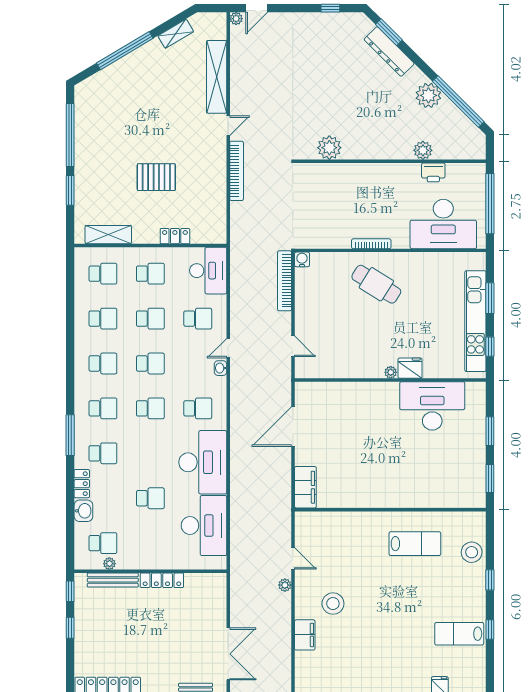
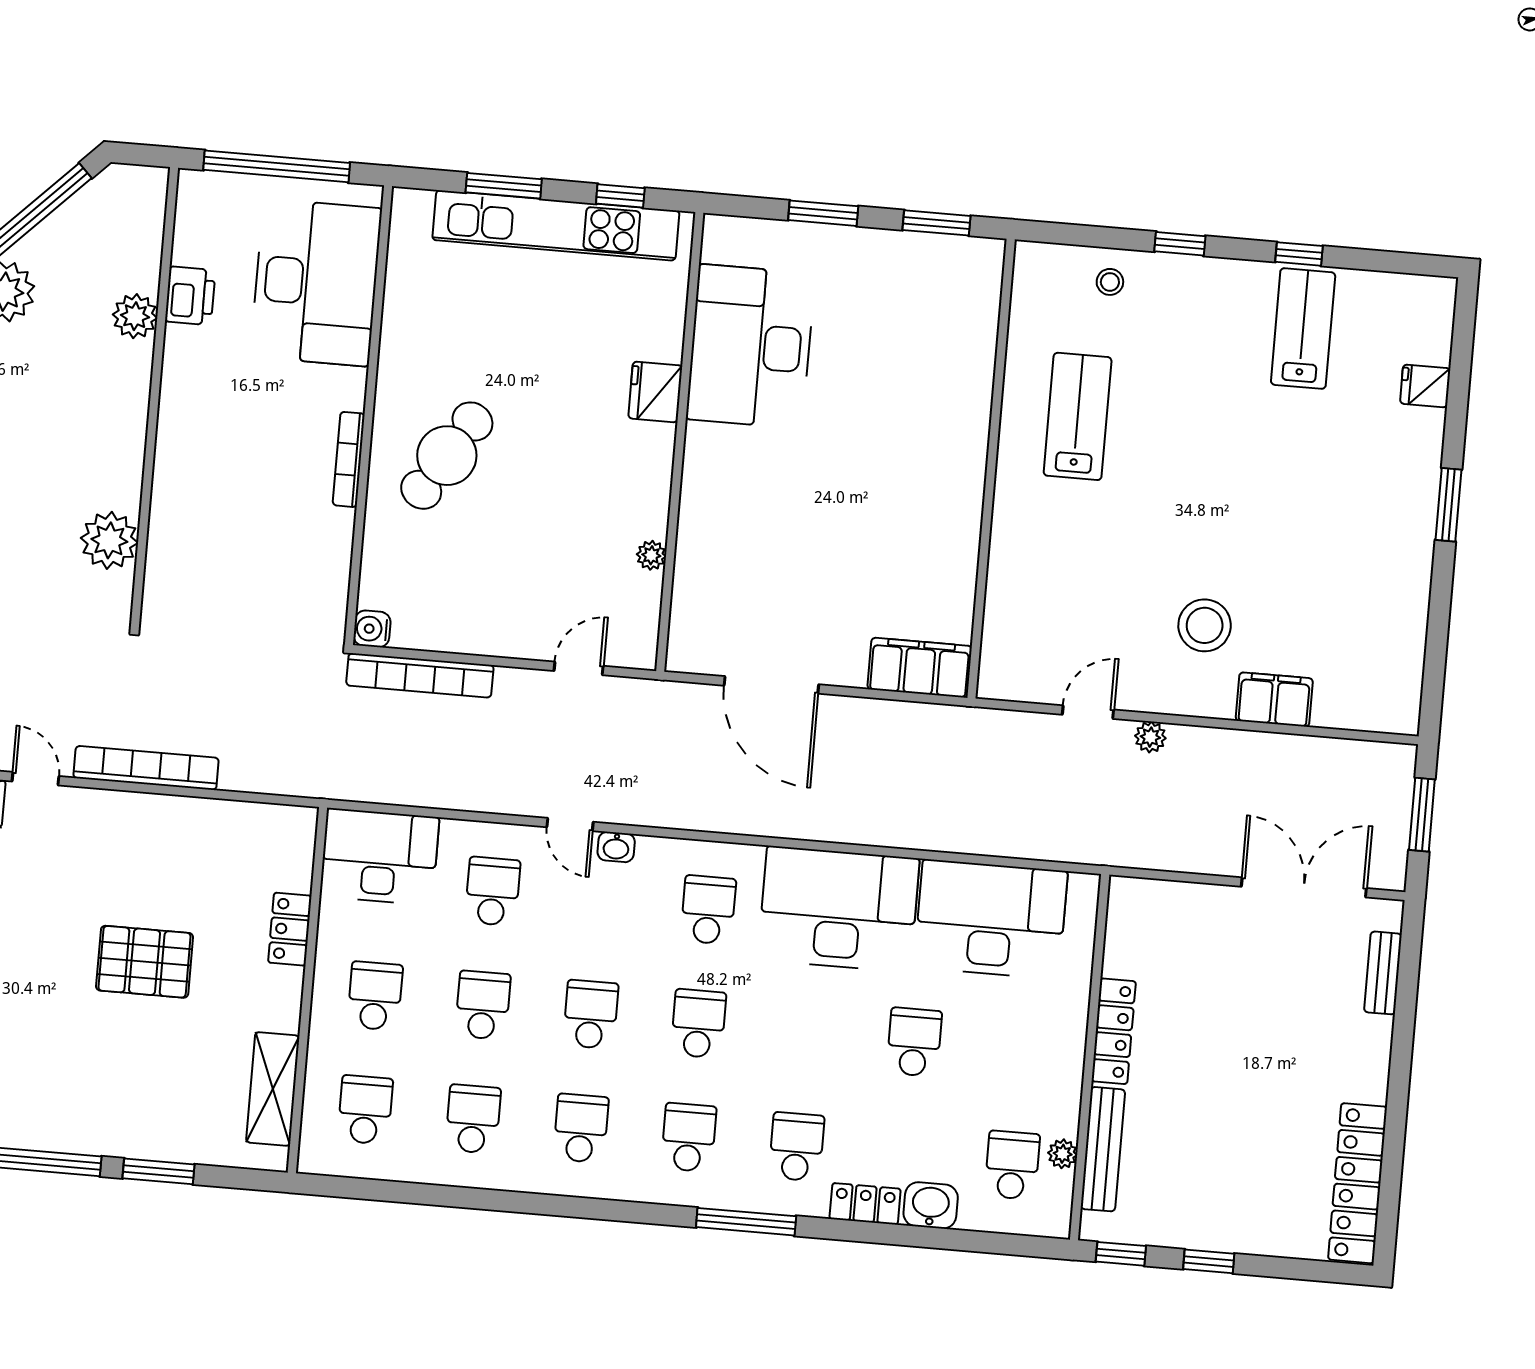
pallet: (156, 177) -> (145, 962), turned 90
plant: (391, 372) -> (651, 555), moved
stool: (472, 552) -> (1110, 282), width x0.53, depth x0.53
lab bench: (459, 634) -> (1303, 329), turned 180

